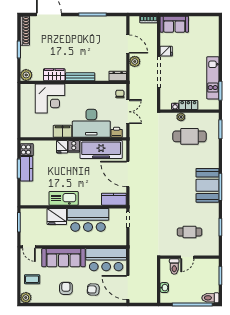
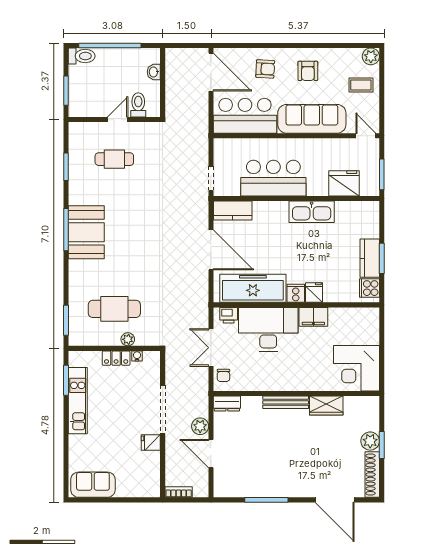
sofa: (174, 24) -> (93, 485), moved
plant: (26, 75) -> (370, 441), moved
corner desk: (50, 99) -> (357, 368), moved, turned -90
fridge: (57, 217) -> (344, 183), moved

